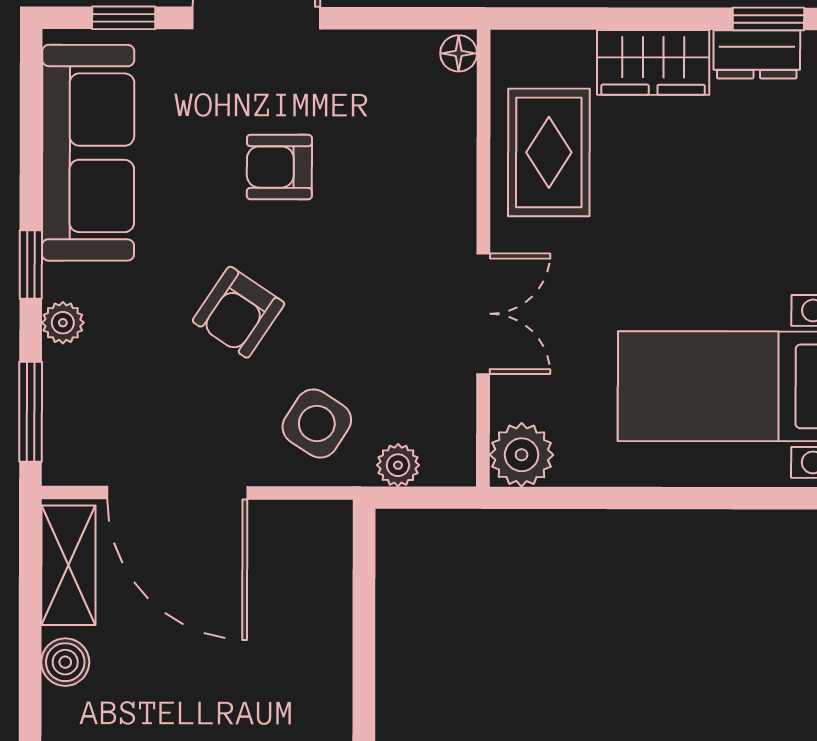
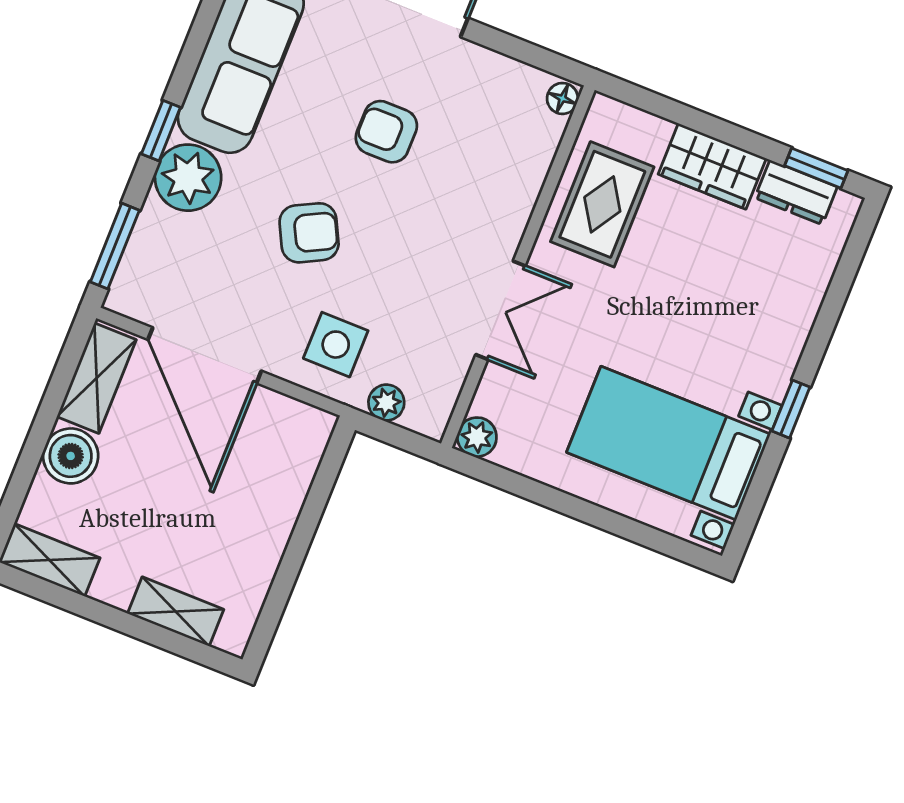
armchair: (239, 312) -> (309, 233), turned -151
plant: (63, 323) -> (188, 178), width x1.87, depth x1.87
side table: (317, 423) -> (336, 345), turned -33
plant: (522, 455) -> (477, 437), width x0.73, depth x0.73
boiler: (65, 662) -> (71, 456), width x1.36, depth x1.36

